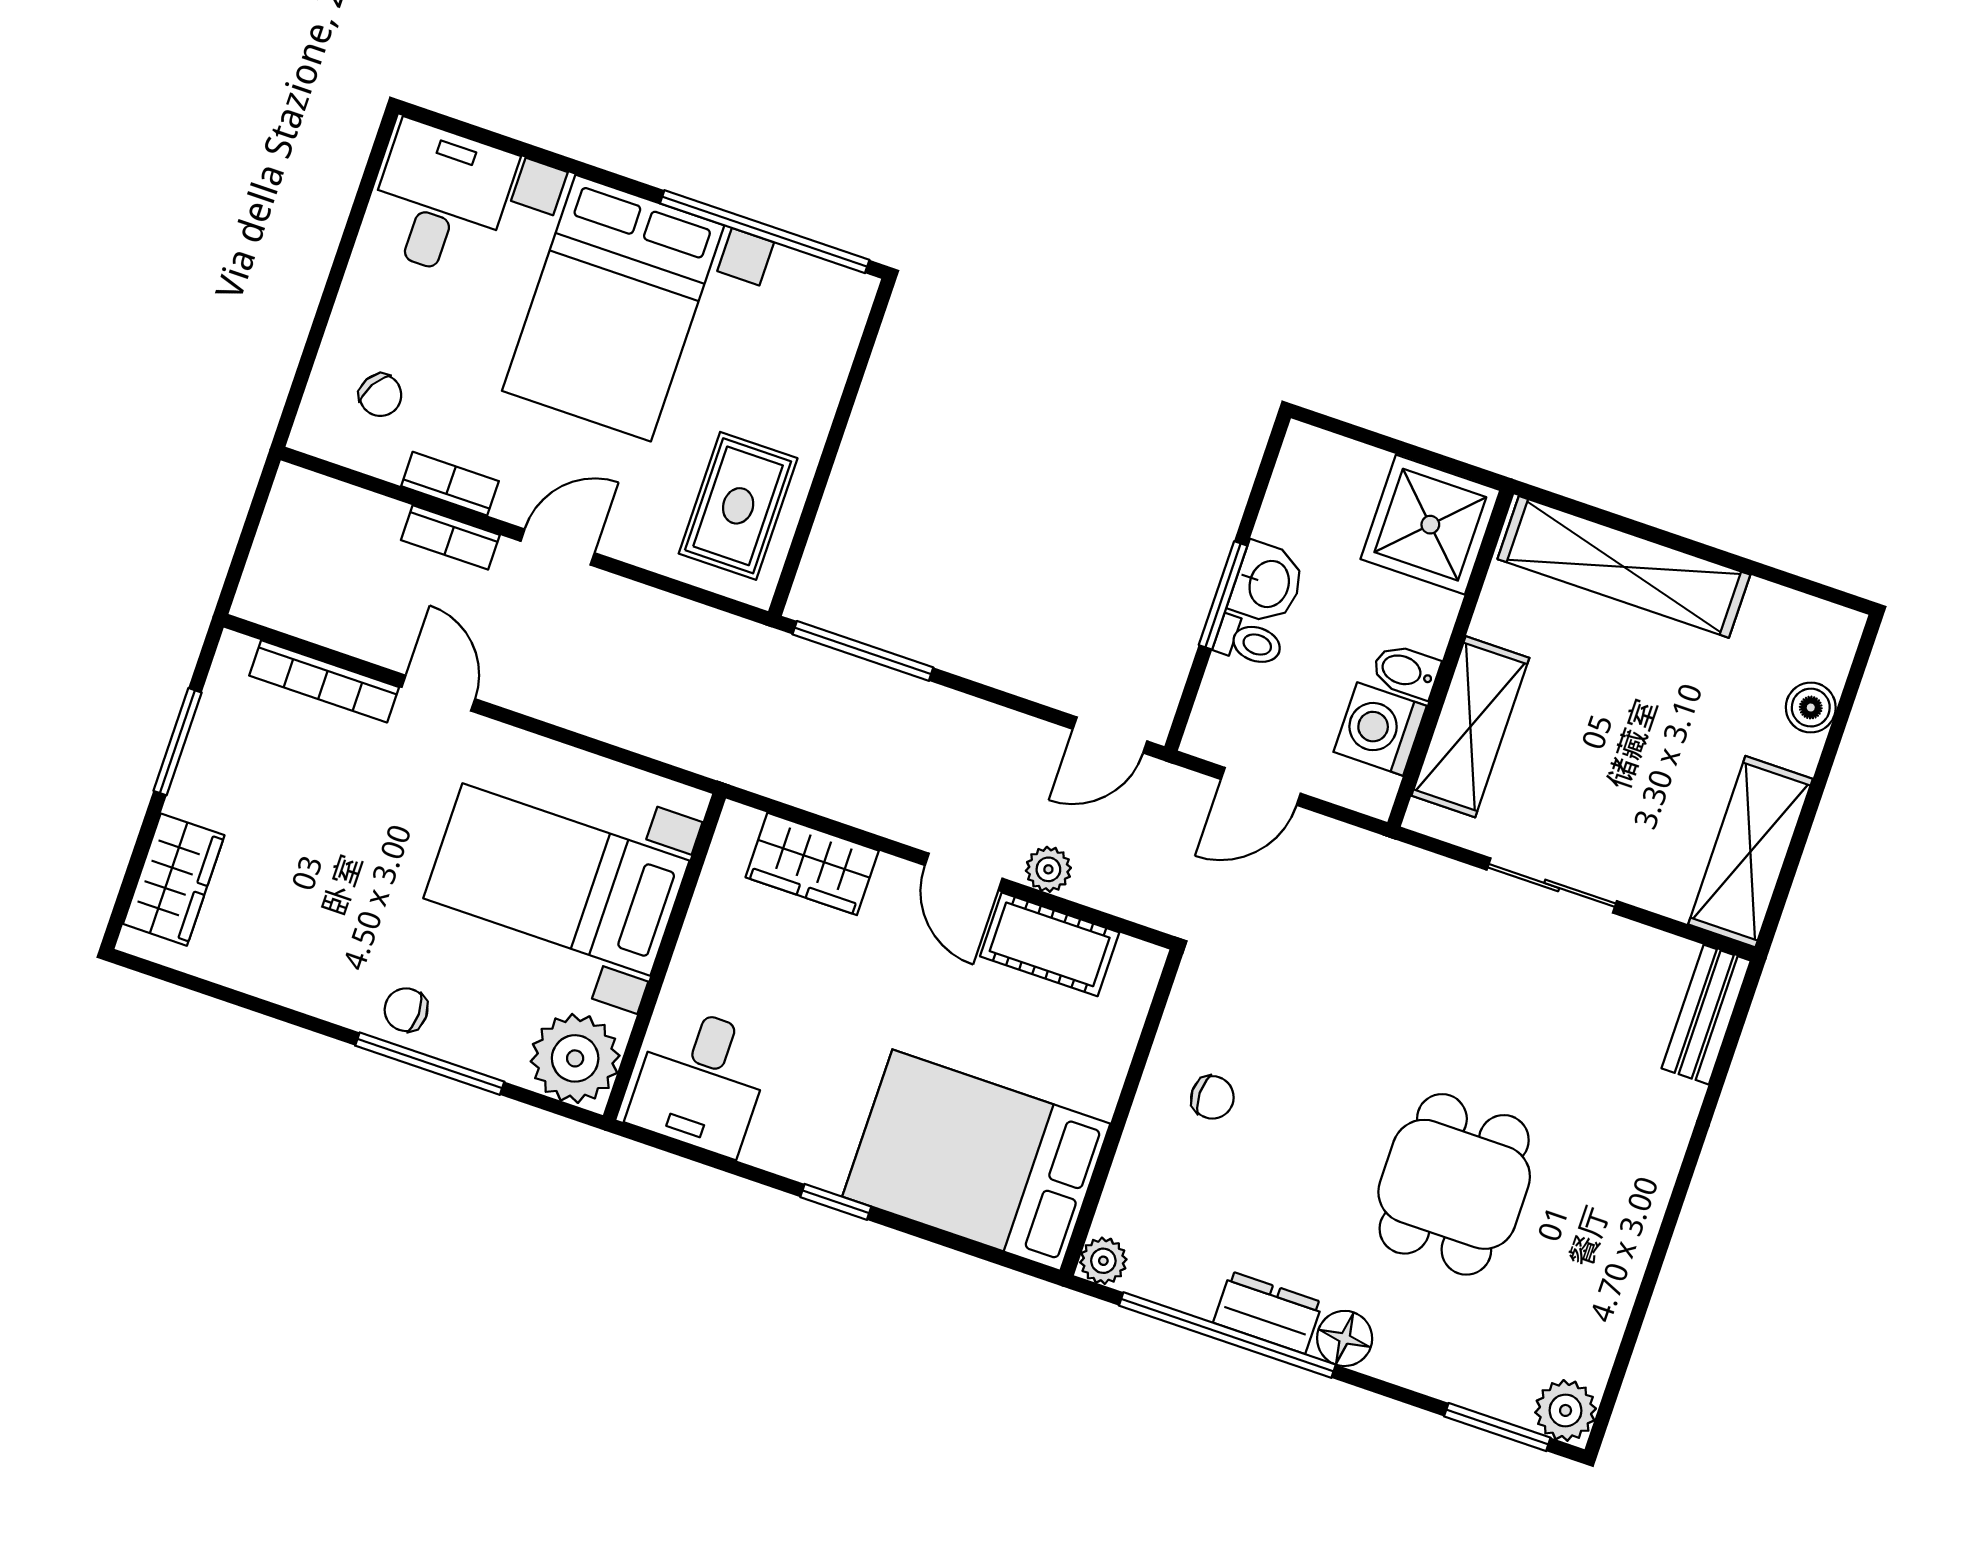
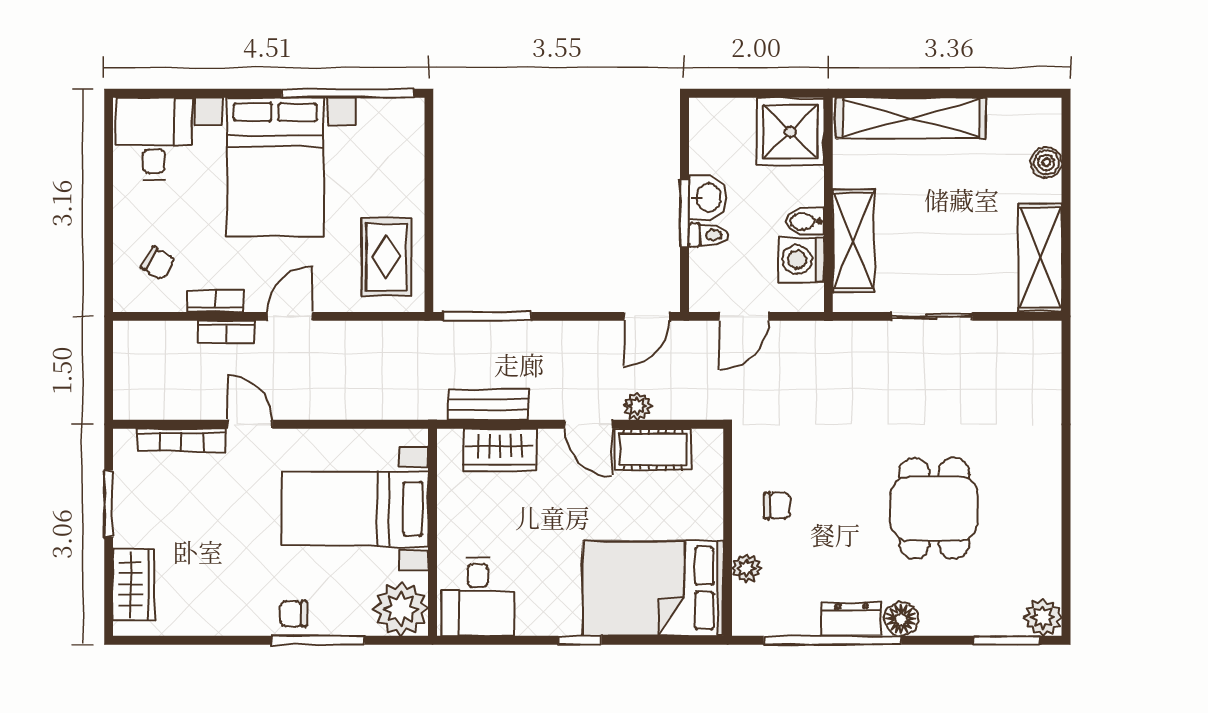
bench: (1706, 1015) -> (488, 405), moved, turned 90
plant: (1103, 1261) -> (746, 568), moved

